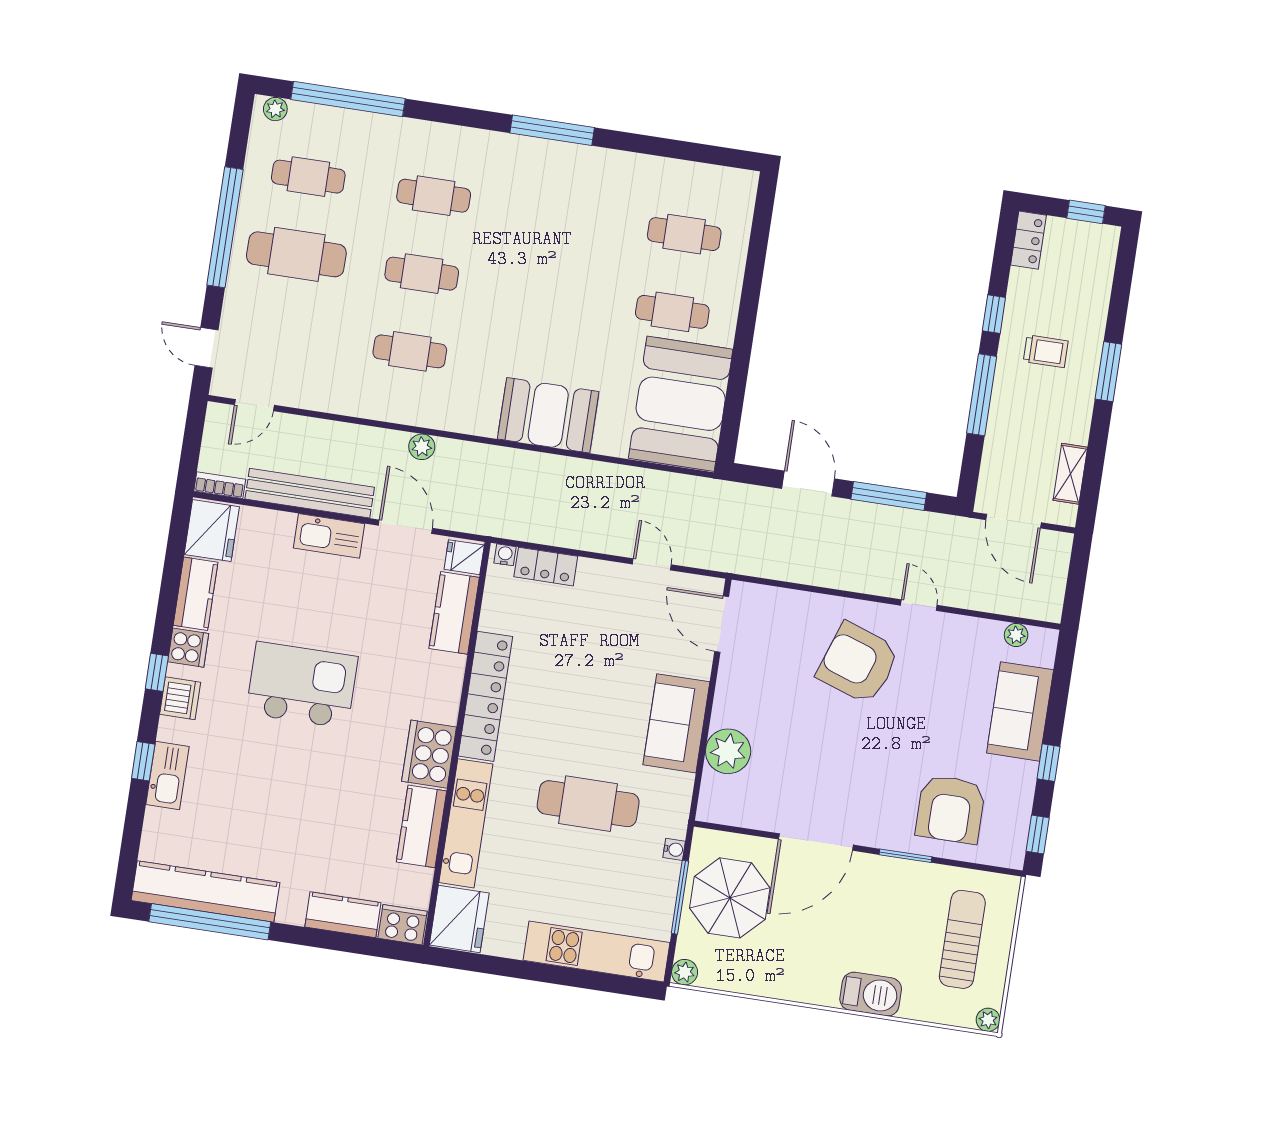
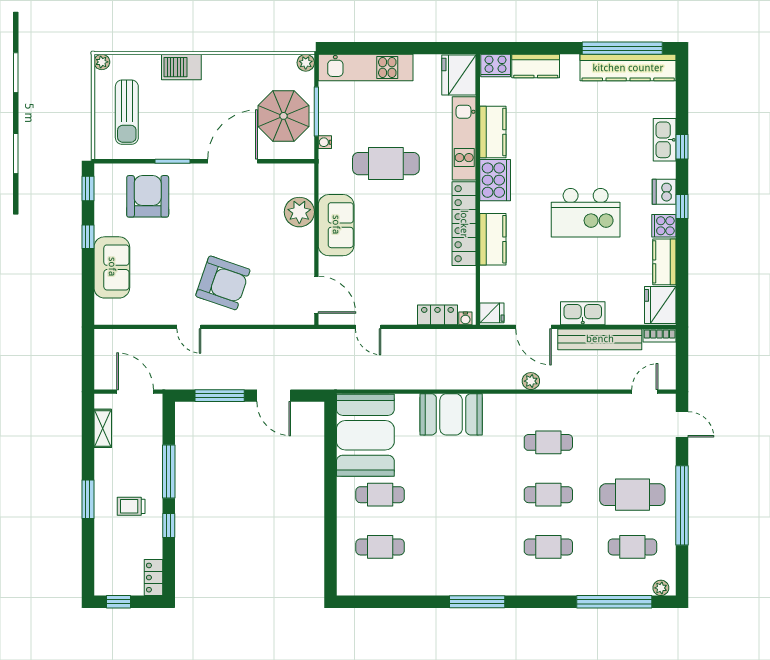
kitchen counter: (454, 613) -> (493, 239), moved
plant: (1016, 635) -> (122, 317), removed

